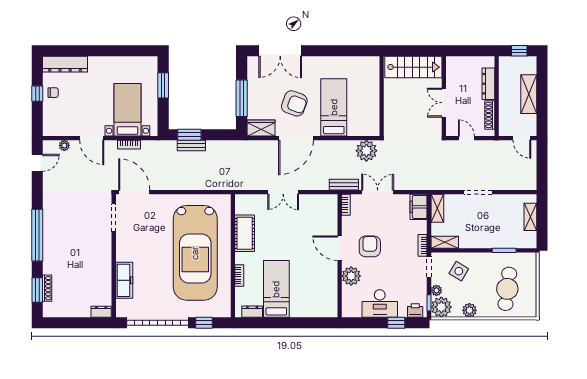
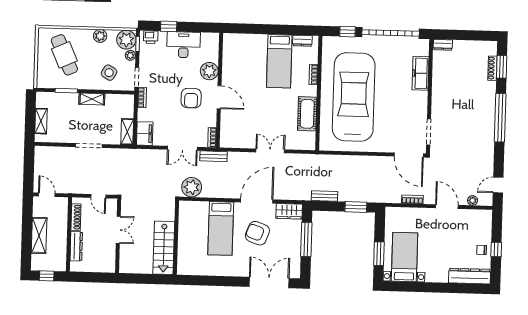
stairs: (413, 67) -> (164, 248), moved, turned -90
bed with nightstands: (127, 110) -> (405, 257), moved, turned 180
bench: (191, 145) -> (325, 196), moved
shelving: (445, 242) -> (92, 99), moved
cafe table: (507, 289) -> (64, 55), turned -31

